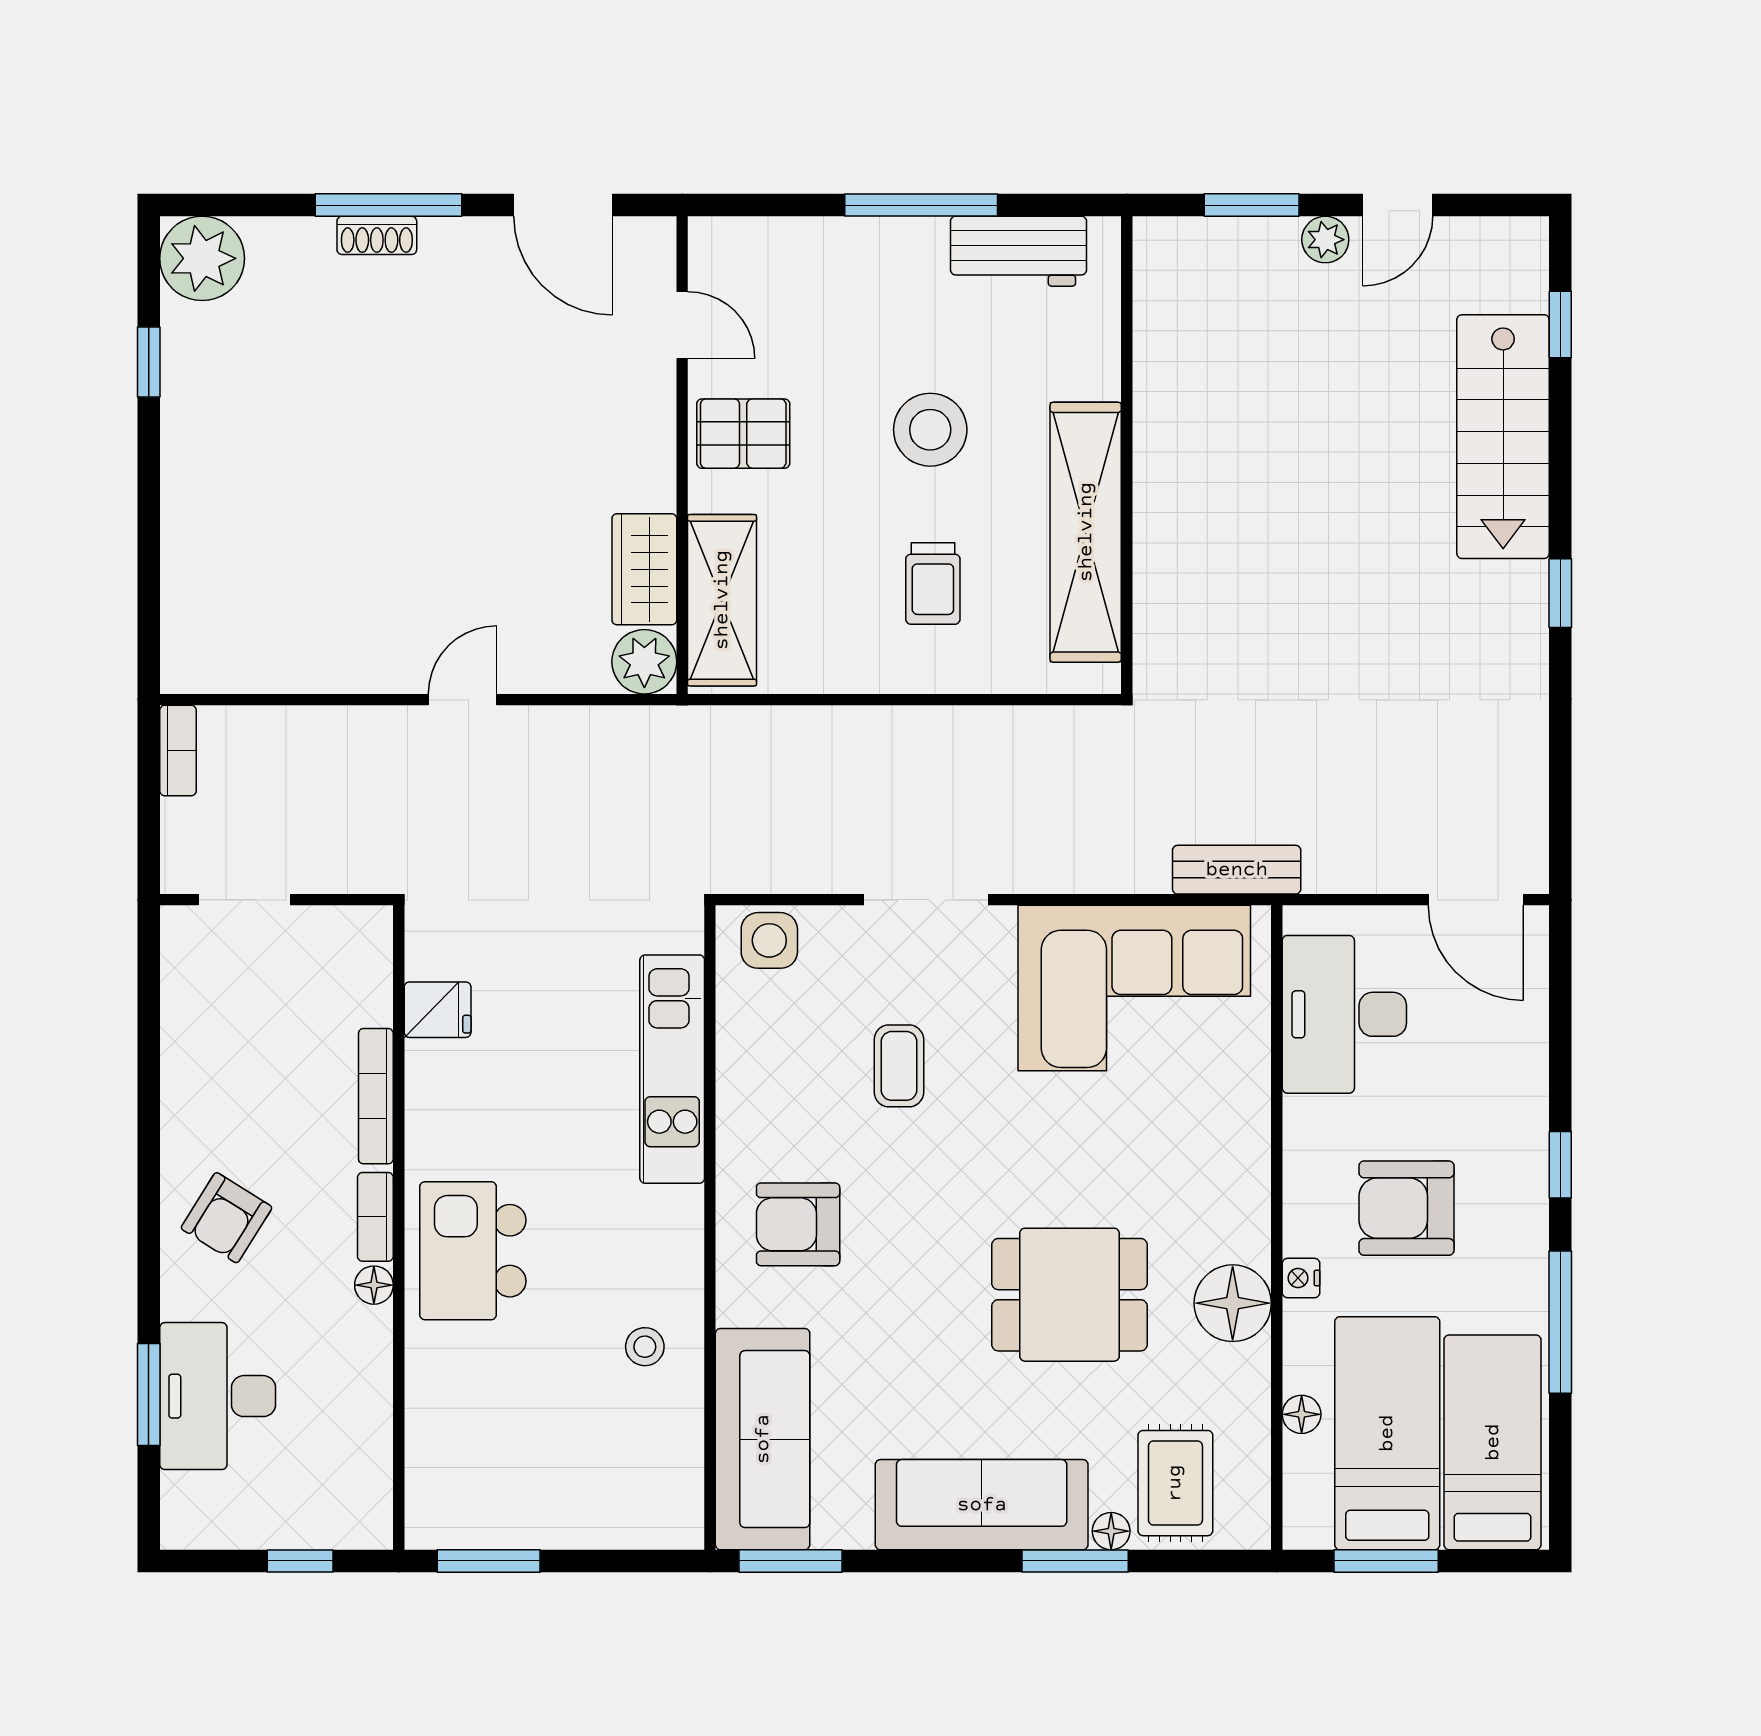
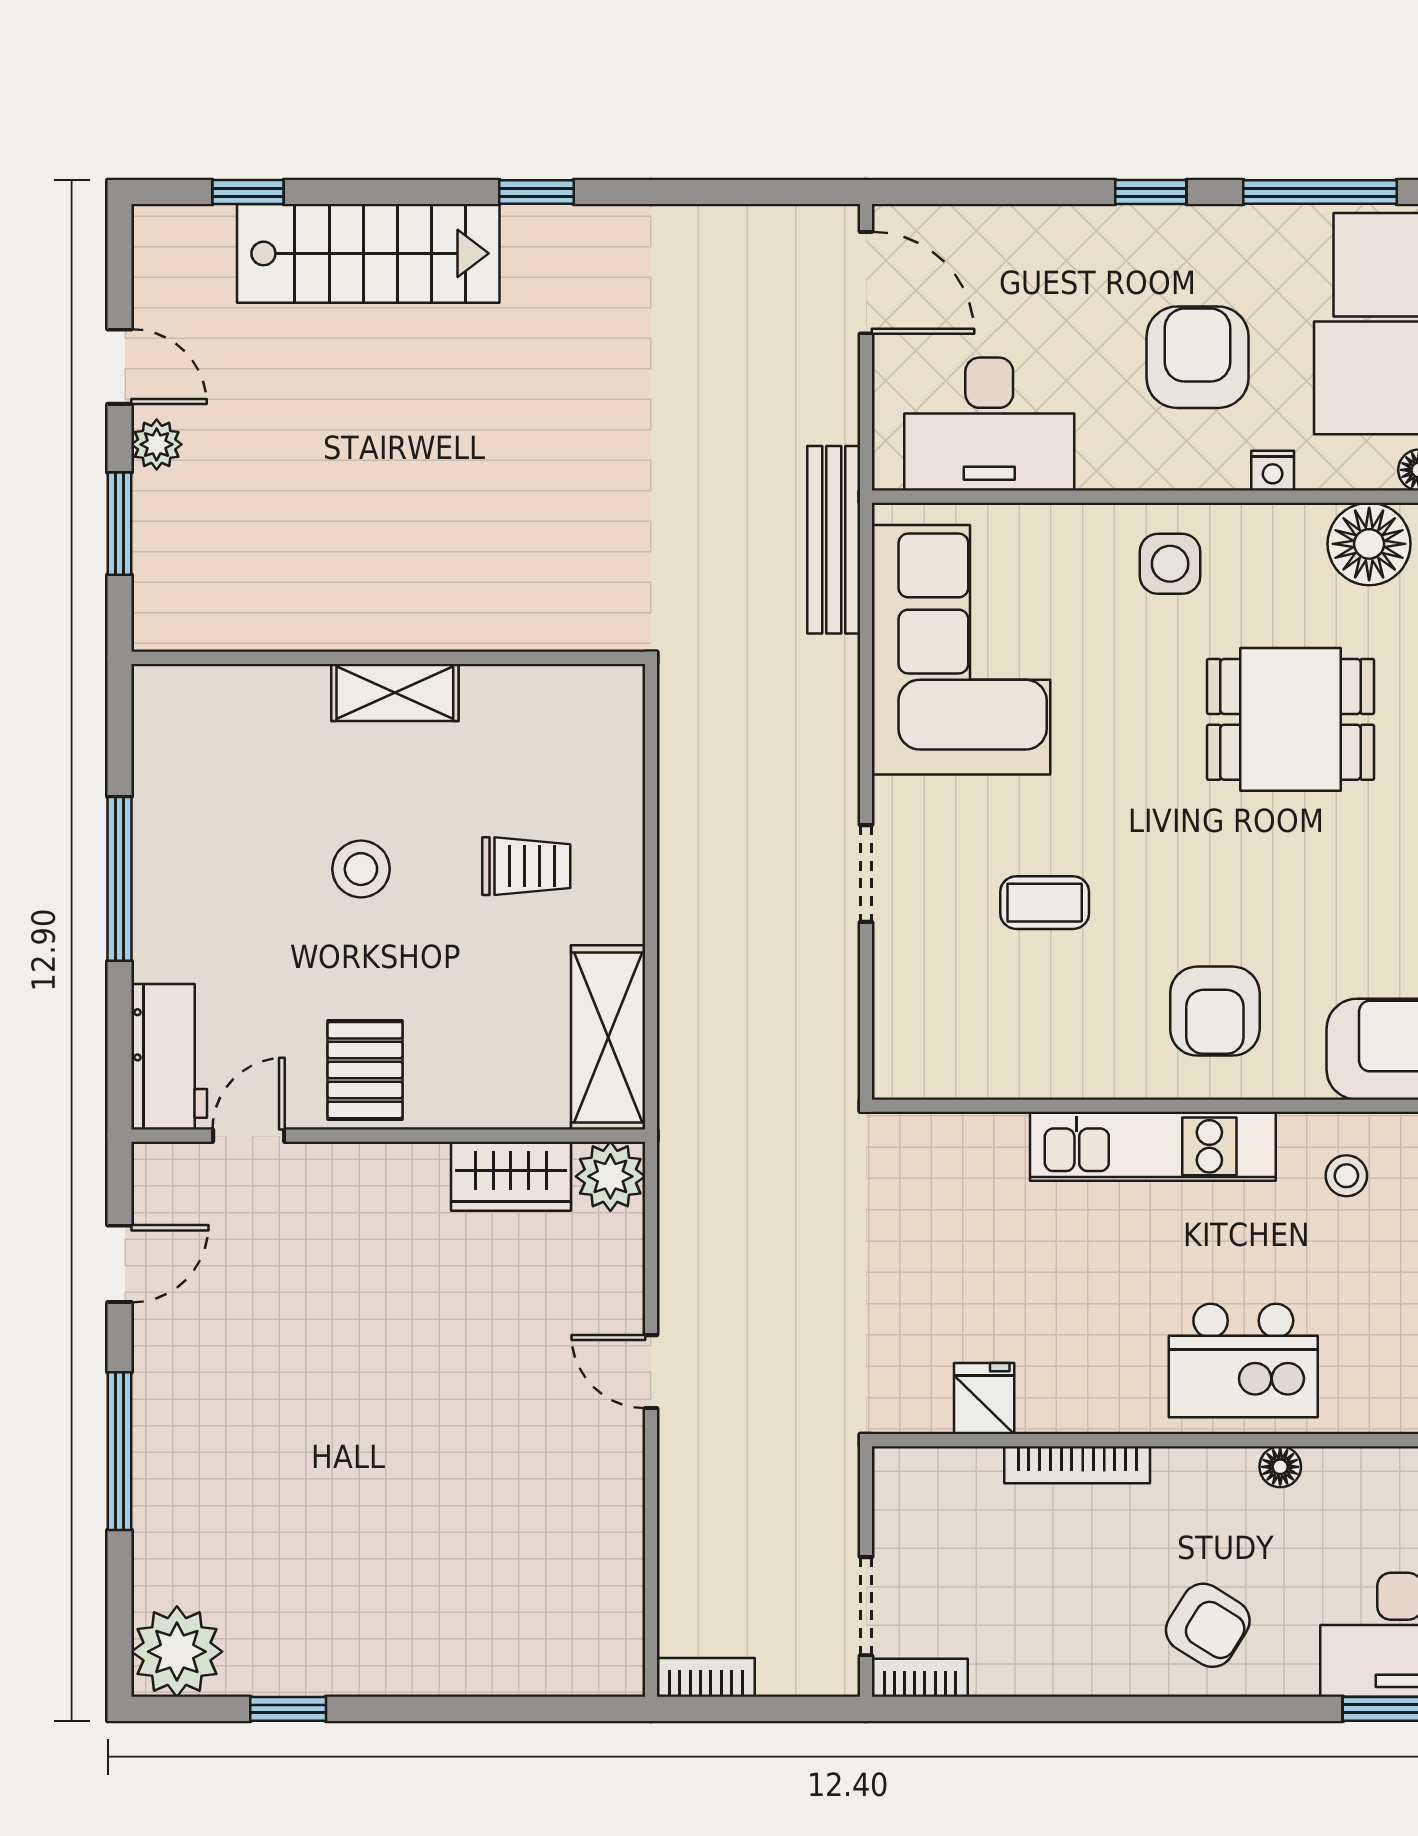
door: (563, 205) -> (119, 1264), width x0.73
shoe rack: (377, 235) -> (152, 1464), removed
workbench: (1018, 251) -> (169, 1057), moved
stool: (930, 430) -> (361, 869), width x0.73, depth x0.73
shelving: (1086, 532) -> (395, 692), width x0.45, depth x0.75
shelving: (722, 600) -> (608, 1037), moved, turned 90
bench: (1237, 870) -> (834, 540), width x1.36
doorway: (926, 900) -> (866, 874), width x0.73
door: (1476, 900) -> (866, 283), hinge flipped
side table: (769, 940) -> (1170, 564), moved
kitchen unit: (672, 1069) -> (1153, 1146), moved
armchair: (1406, 1208) -> (1198, 357), turned 180
bookcase: (375, 1217) -> (920, 1678), moved, turned 180
dining table: (1069, 1295) -> (1291, 719), turned 90
floor lamp: (1233, 1303) -> (1369, 544), moved

